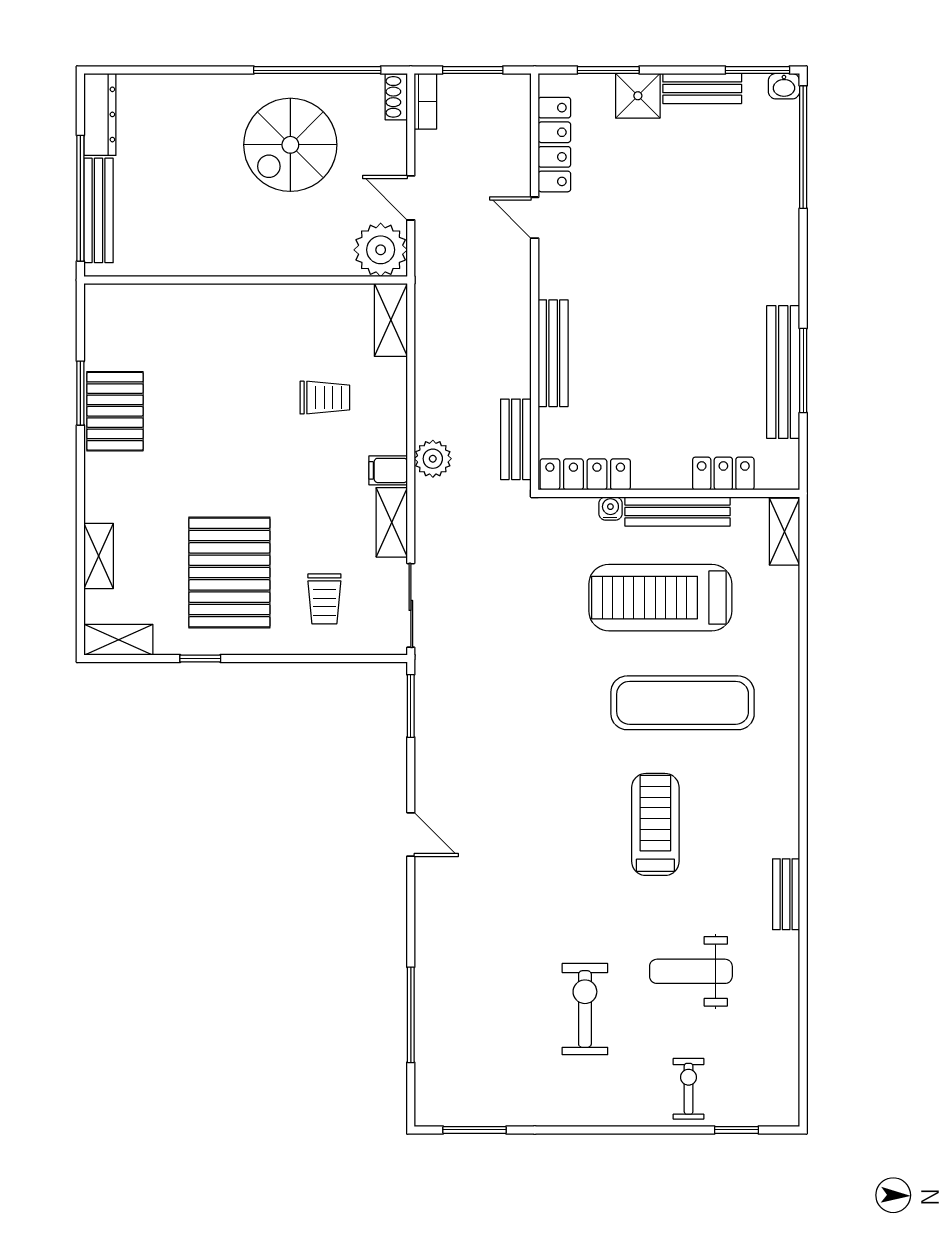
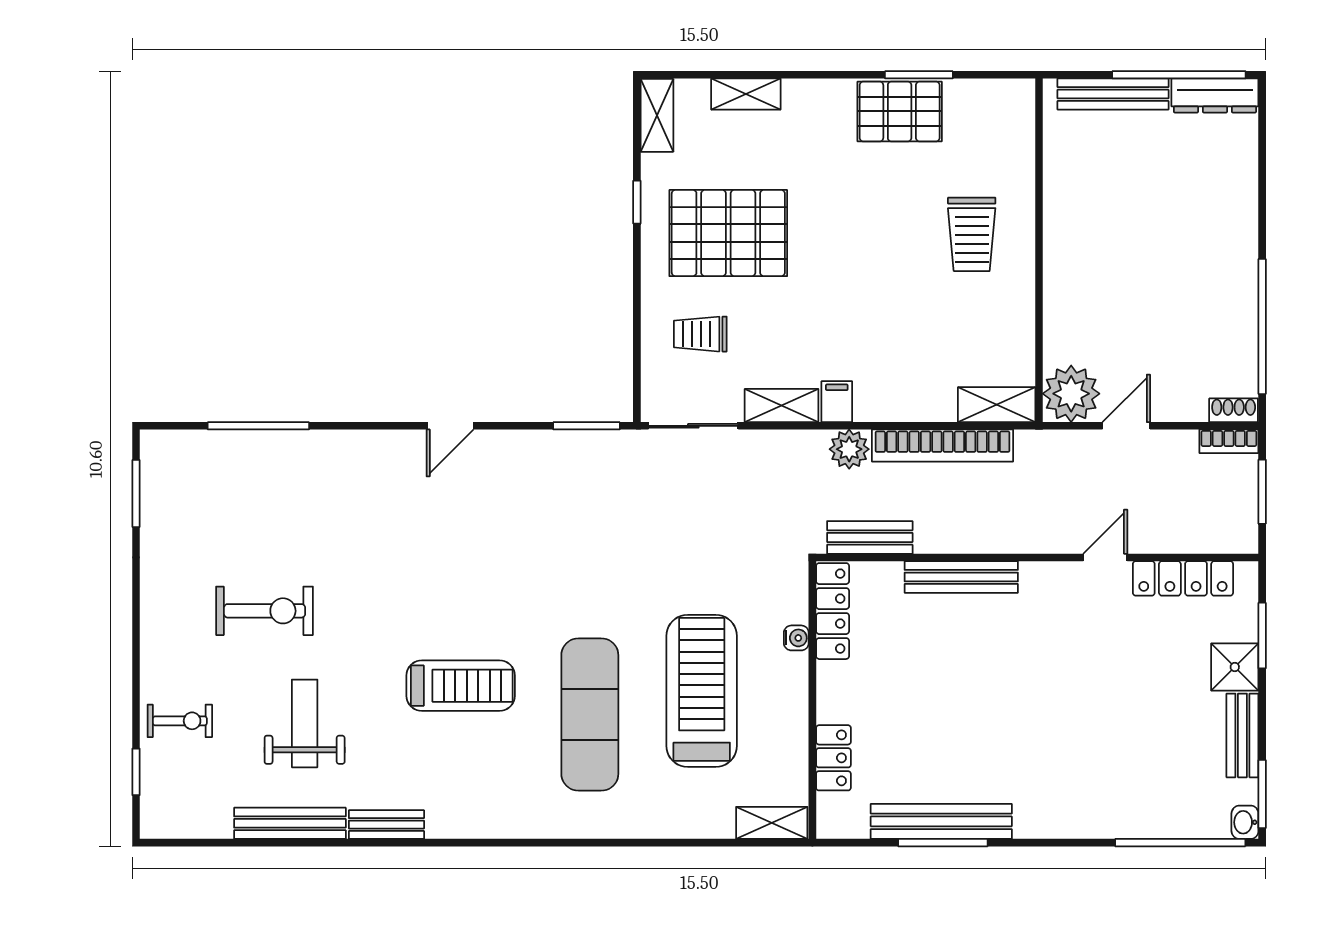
spiral stairs: (290, 145) -> (1183, 298), removed
window: (80, 198) -> (1179, 75), moved
bookcase: (429, 371) -> (942, 446), added
trolley: (325, 398) -> (972, 234), moved, width x1.36, depth x1.39
bench: (678, 512) -> (290, 823), moved, turned 90

